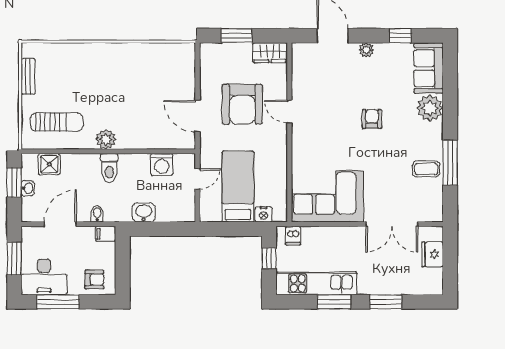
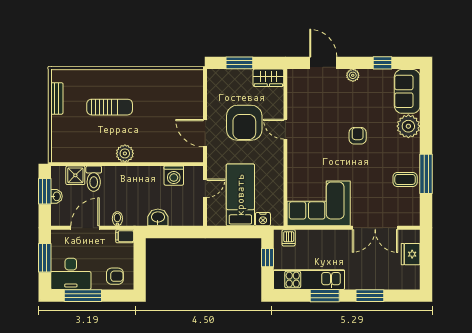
sun lounger: (57, 122) -> (110, 107), moved
toilet: (109, 168) -> (94, 179), moved

